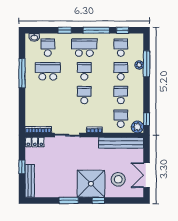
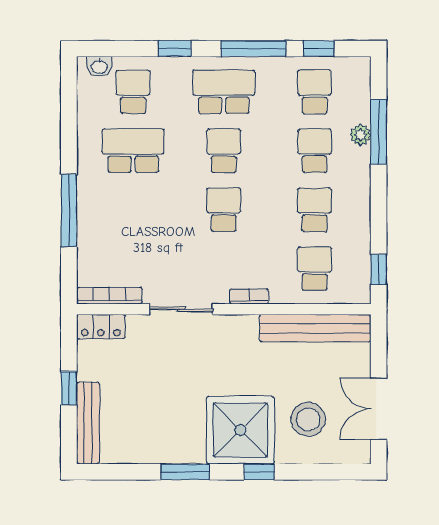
window: (22, 73) -> (69, 210), moved
plant: (137, 127) -> (356, 289), removed

